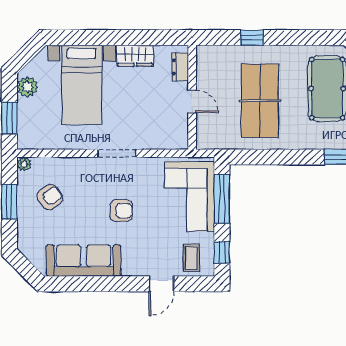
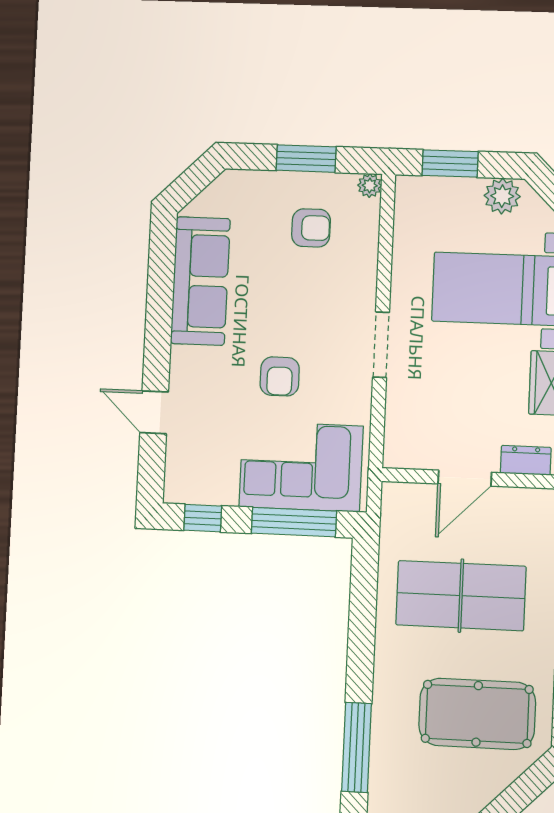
door: (192, 101) -> (465, 478), width x1.38
armchair: (50, 197) -> (311, 228), turned -56
armchair: (121, 211) -> (280, 376), moved
coffee table: (191, 258) -> (196, 465), removed

